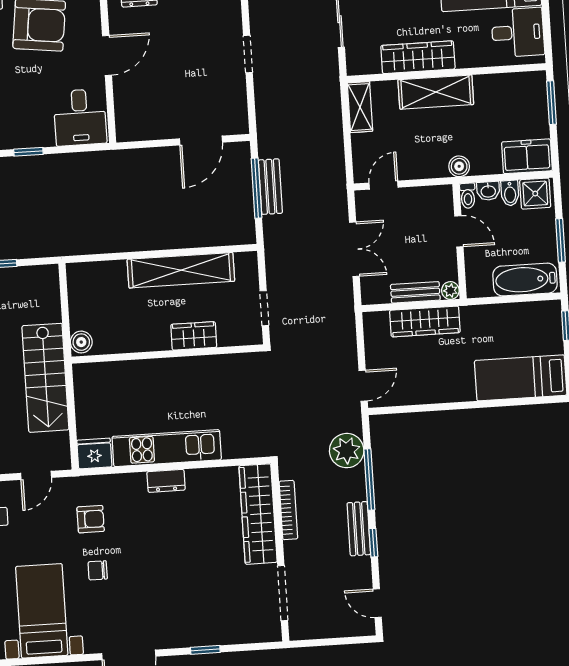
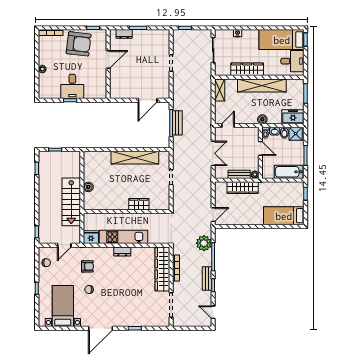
shelving: (436, 92) -> (262, 85), width x1.47
desk: (80, 117) -> (72, 86), moved
wardrobe: (194, 336) -> (139, 204), moved
wall: (167, 354) -> (126, 212), moved

